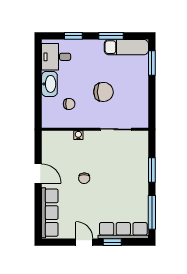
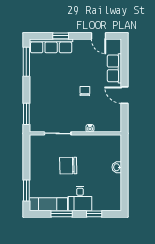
desk: (56, 57) -> (80, 198), moved, turned 90
washbasin: (49, 84) -> (117, 167), width x0.52, depth x0.69
chair: (69, 104) -> (98, 155), removed
window: (152, 170) -> (26, 114), moved
row of seats: (50, 213) -> (114, 68), width x0.68
door: (84, 242) -> (99, 36), moved

